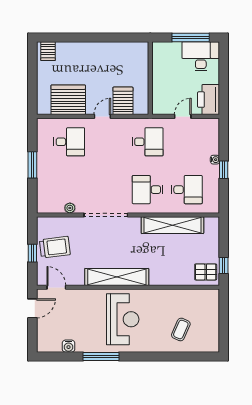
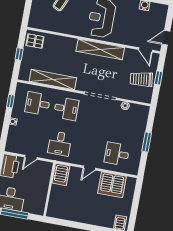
server rack: (123, 101) -> (61, 174), moved
desk: (148, 142) -> (60, 144), turned -90
window: (224, 170) -> (10, 101), moved
window: (224, 266) -> (19, 54), moved

